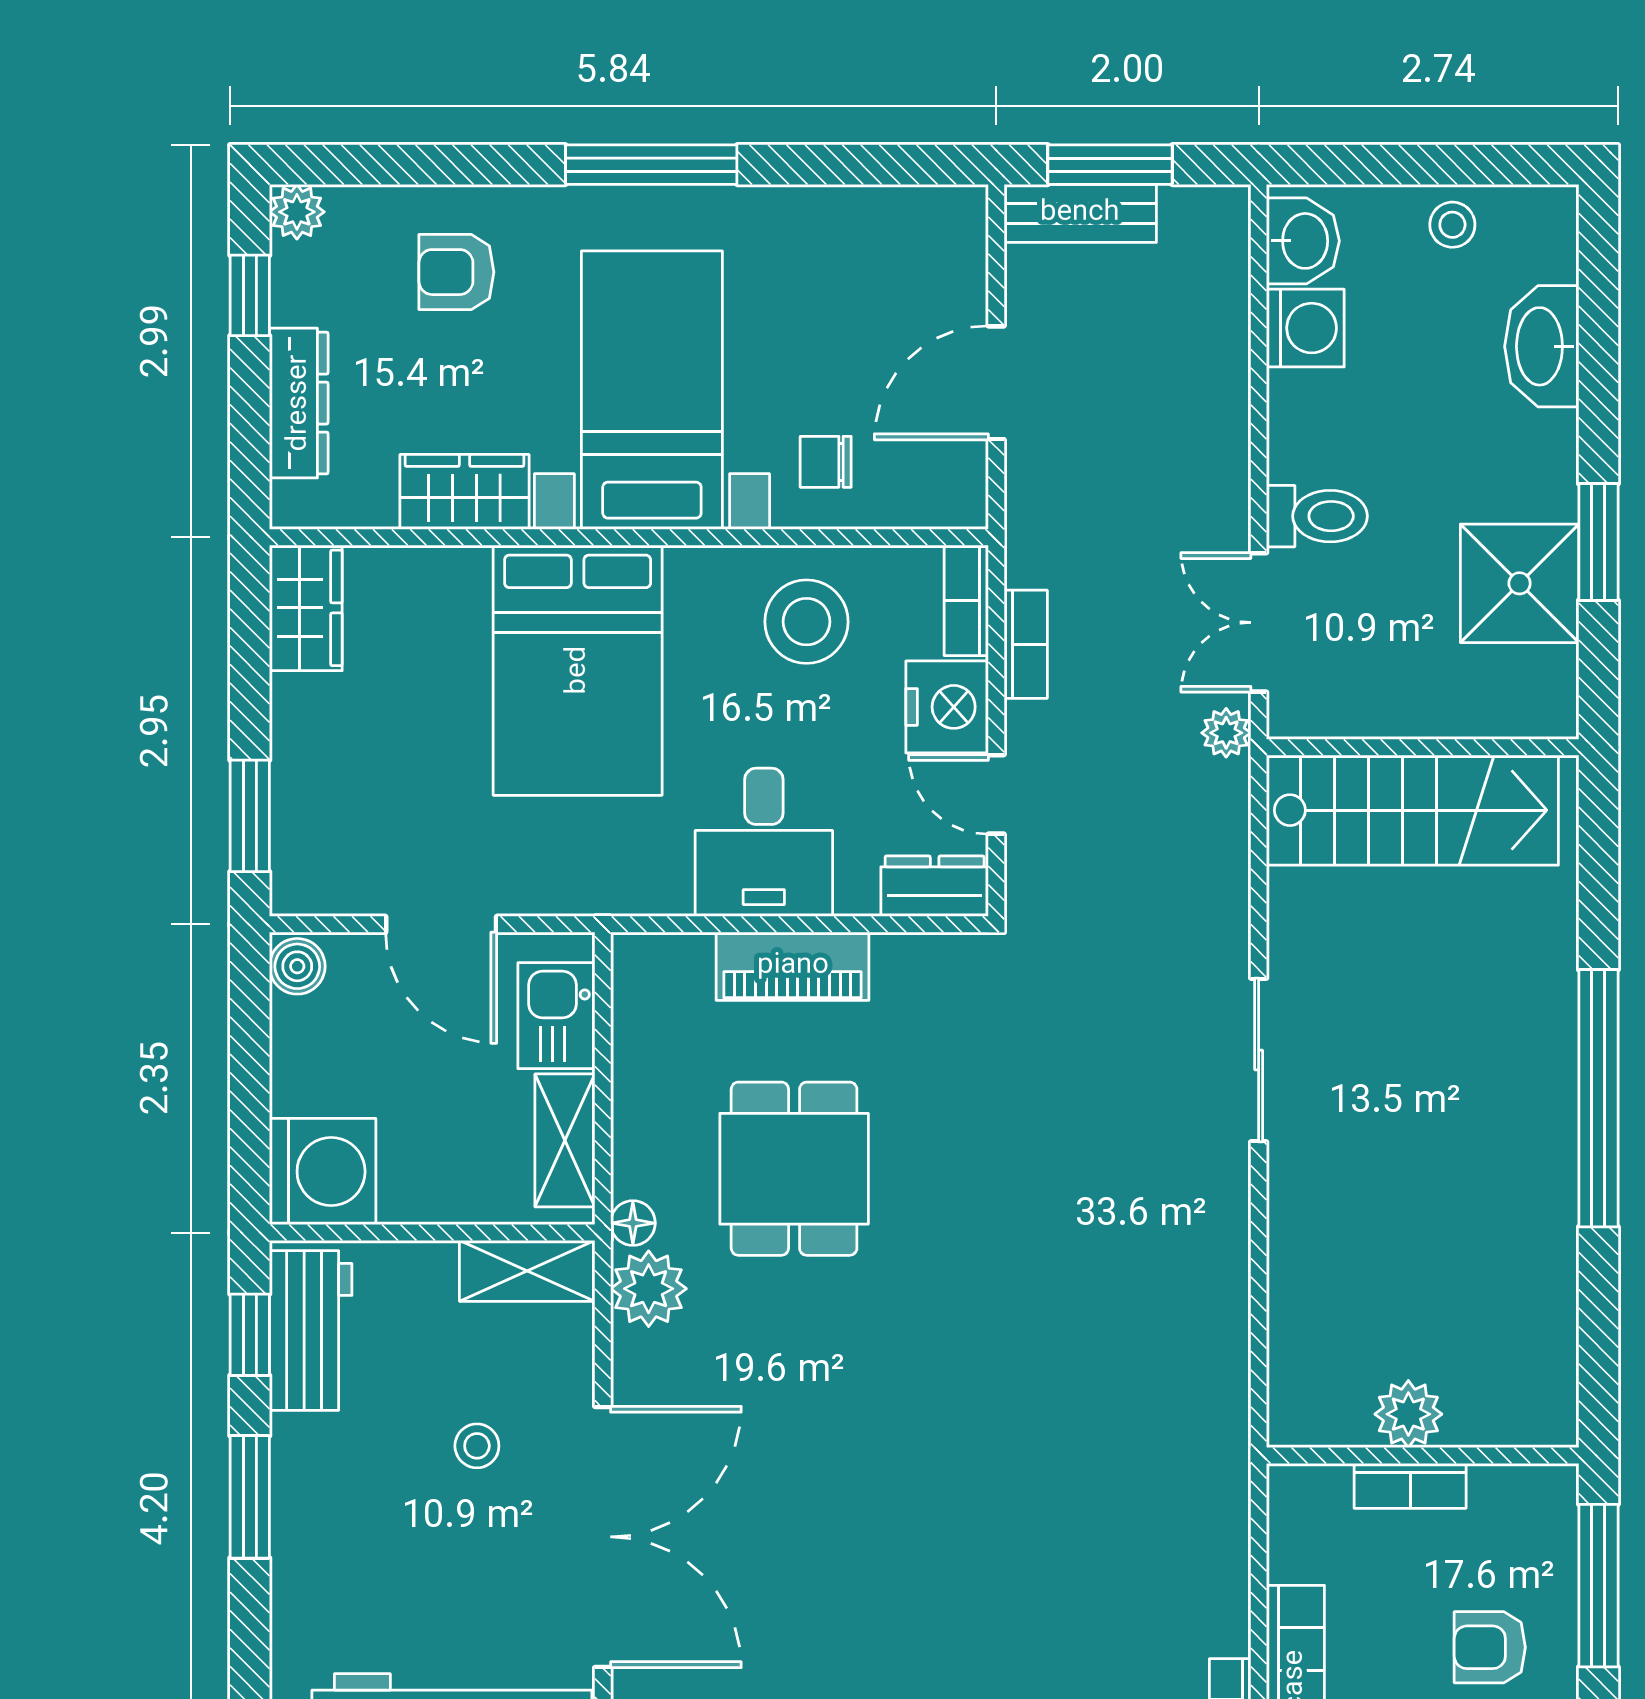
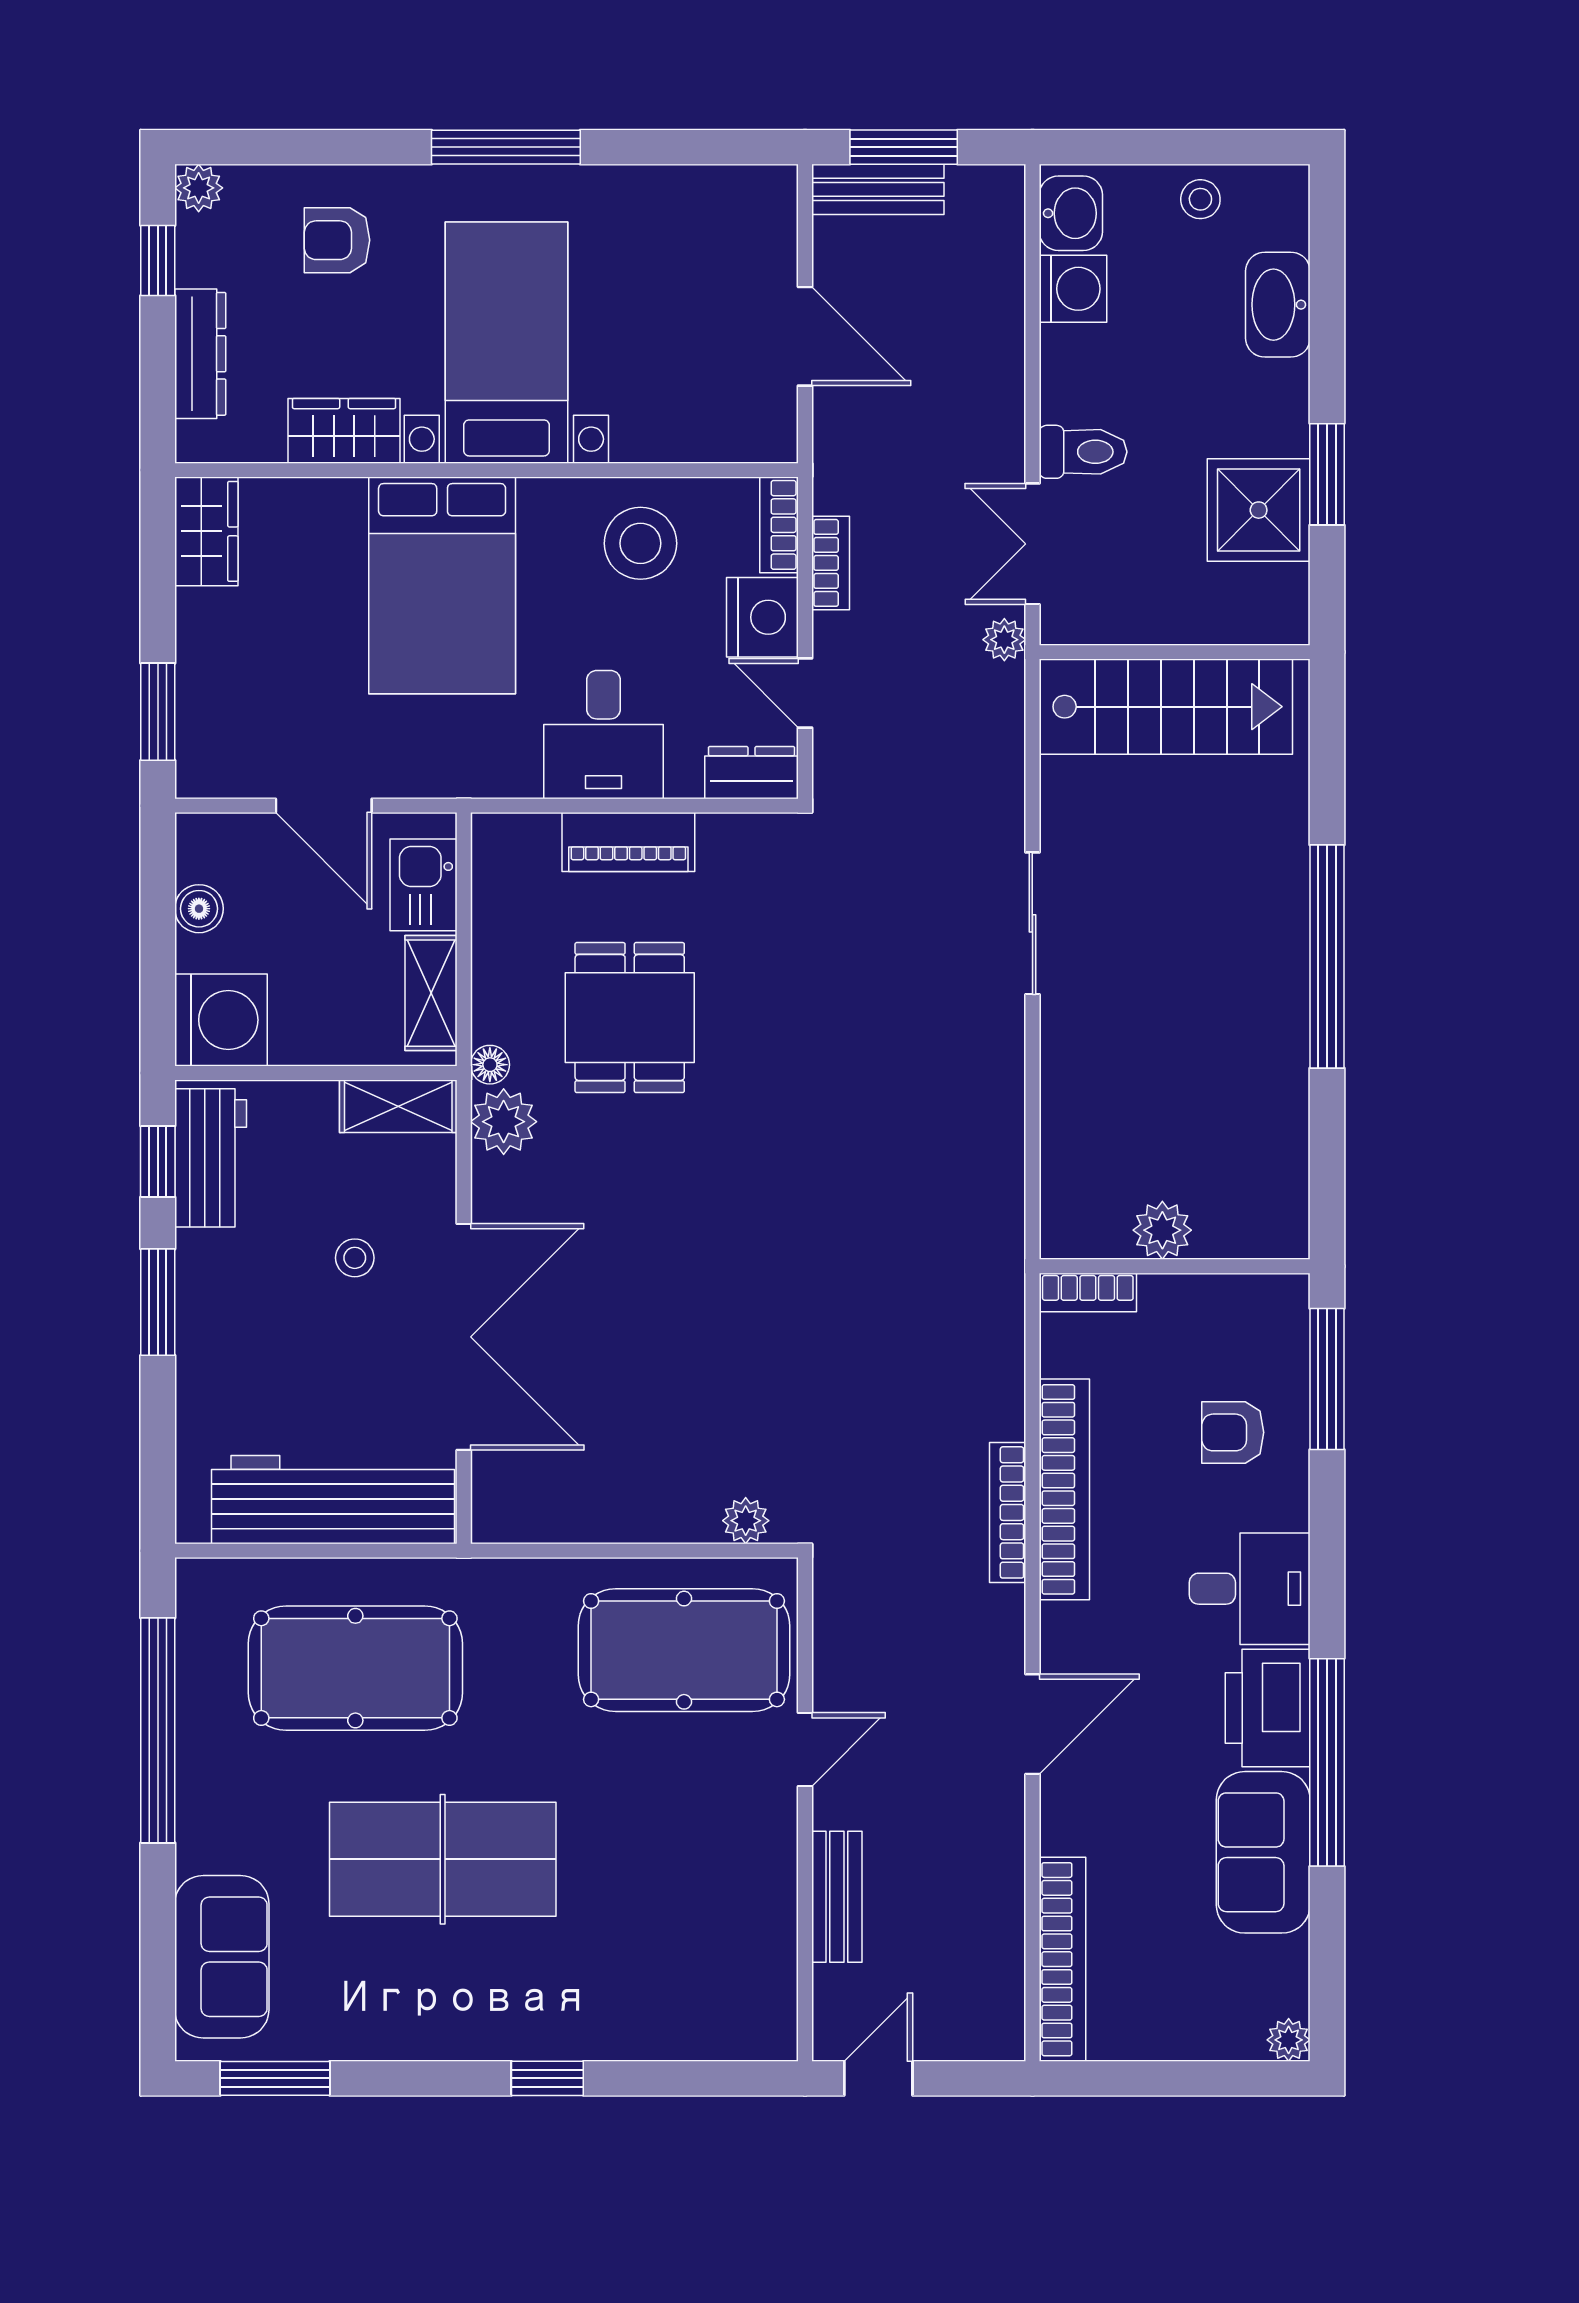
door: (996, 383) -> (805, 336), swing flipped
chair: (826, 462) -> (657, 405), removed
boiler: (297, 966) -> (199, 909), moved
bookcase: (1410, 1486) -> (1088, 1293), moved

